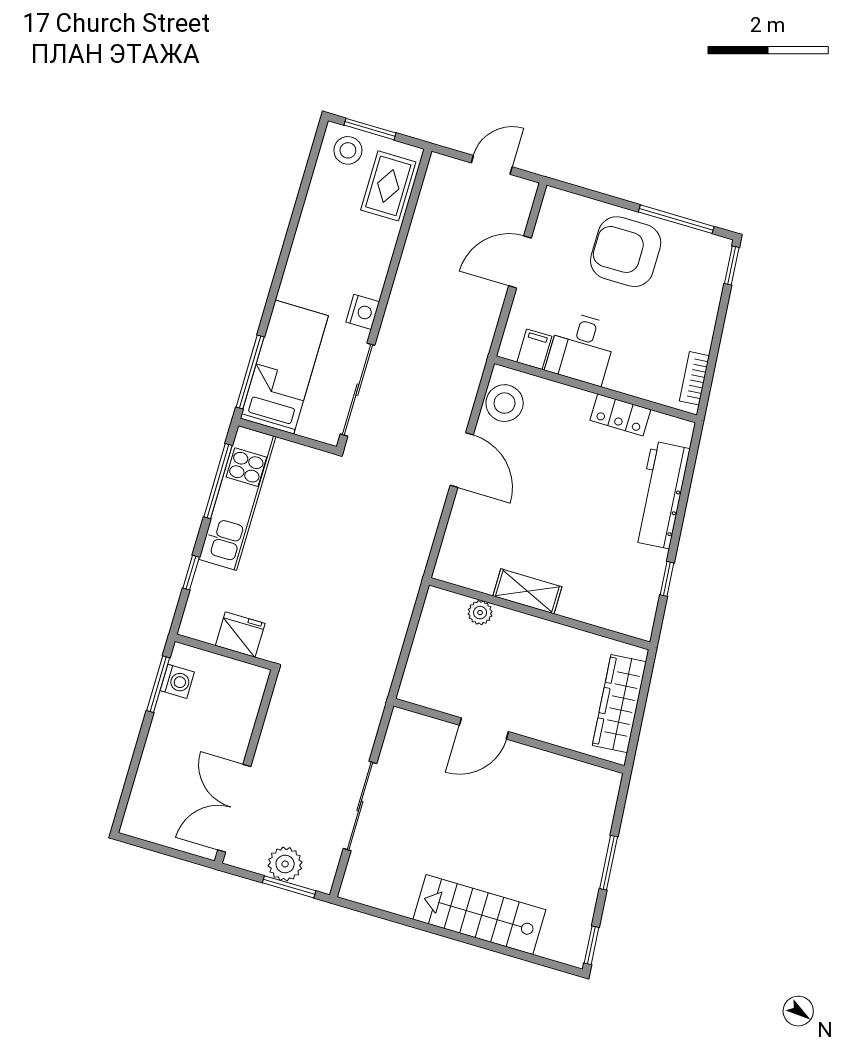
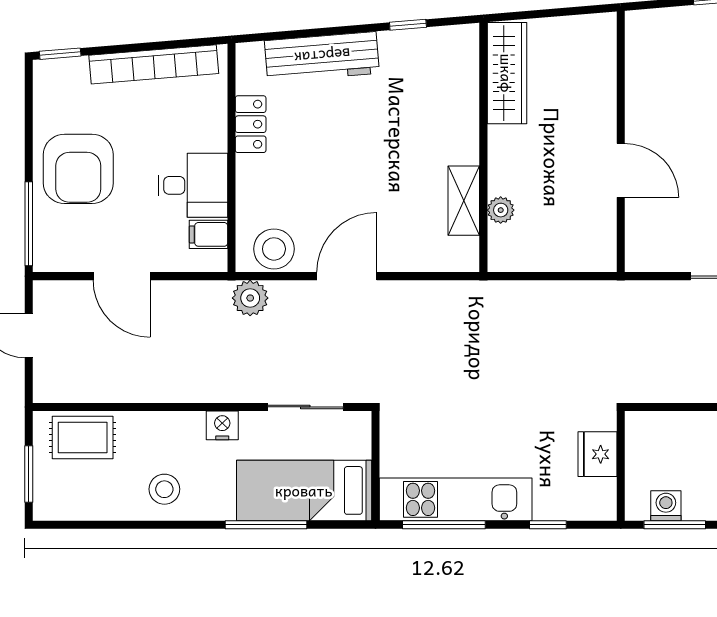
stool: (348, 150) -> (164, 489), moved
window: (676, 219) -> (29, 224), moved
plant: (468, 369) -> (250, 298), added
window: (250, 372) -> (266, 525), moved
bookcase: (694, 378) -> (154, 64), width x2.31, depth x1.31
sliding door: (357, 390) -> (305, 407), width x0.73
shelving: (527, 591) -> (464, 201), moved
wardrobe: (619, 704) -> (507, 73), moved, turned -85

